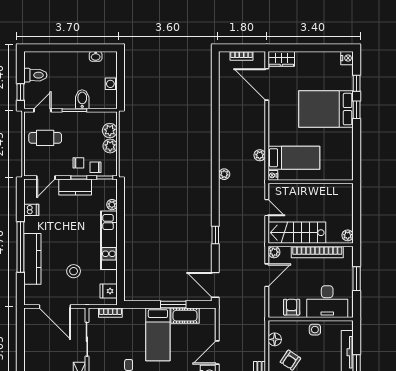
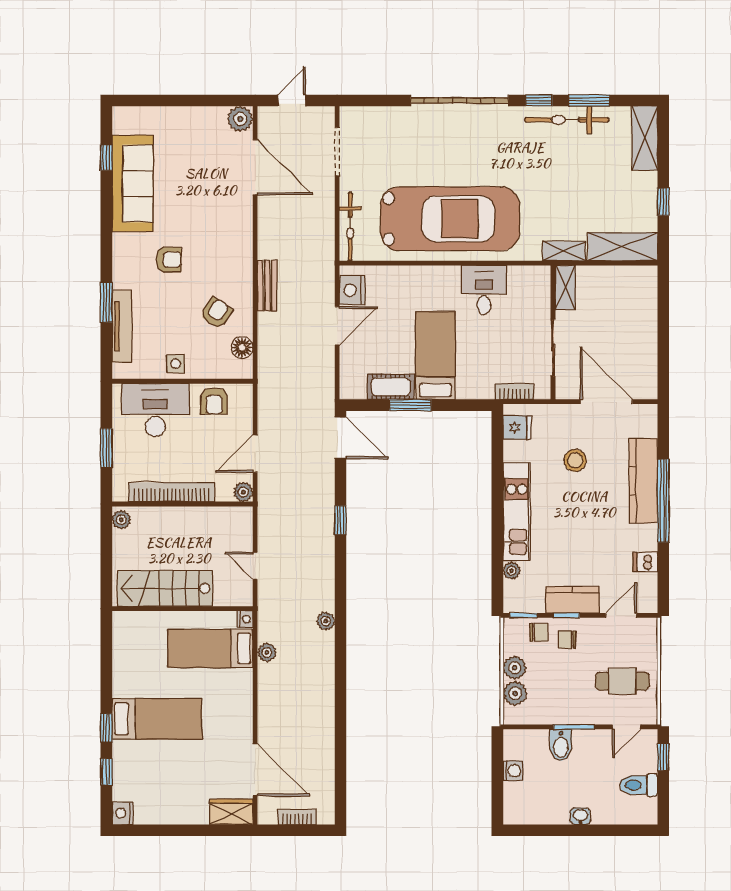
washbasin: (96, 56) -> (580, 816), moved
bed: (326, 109) -> (157, 719), width x0.67
stairs: (297, 233) -> (165, 588), moved, turned 180

